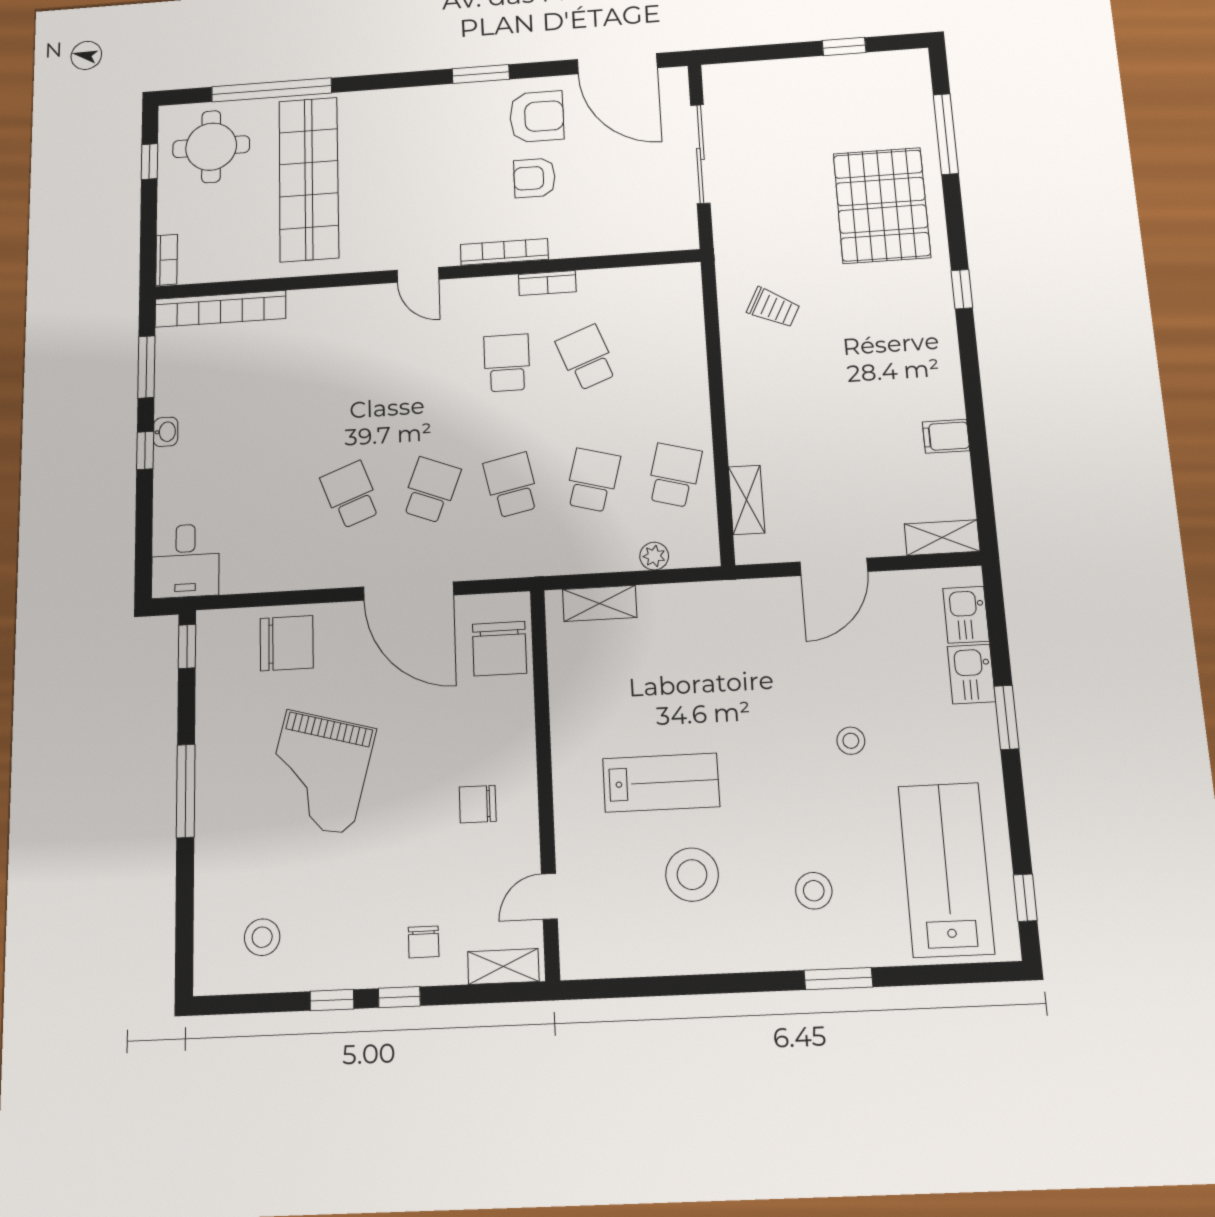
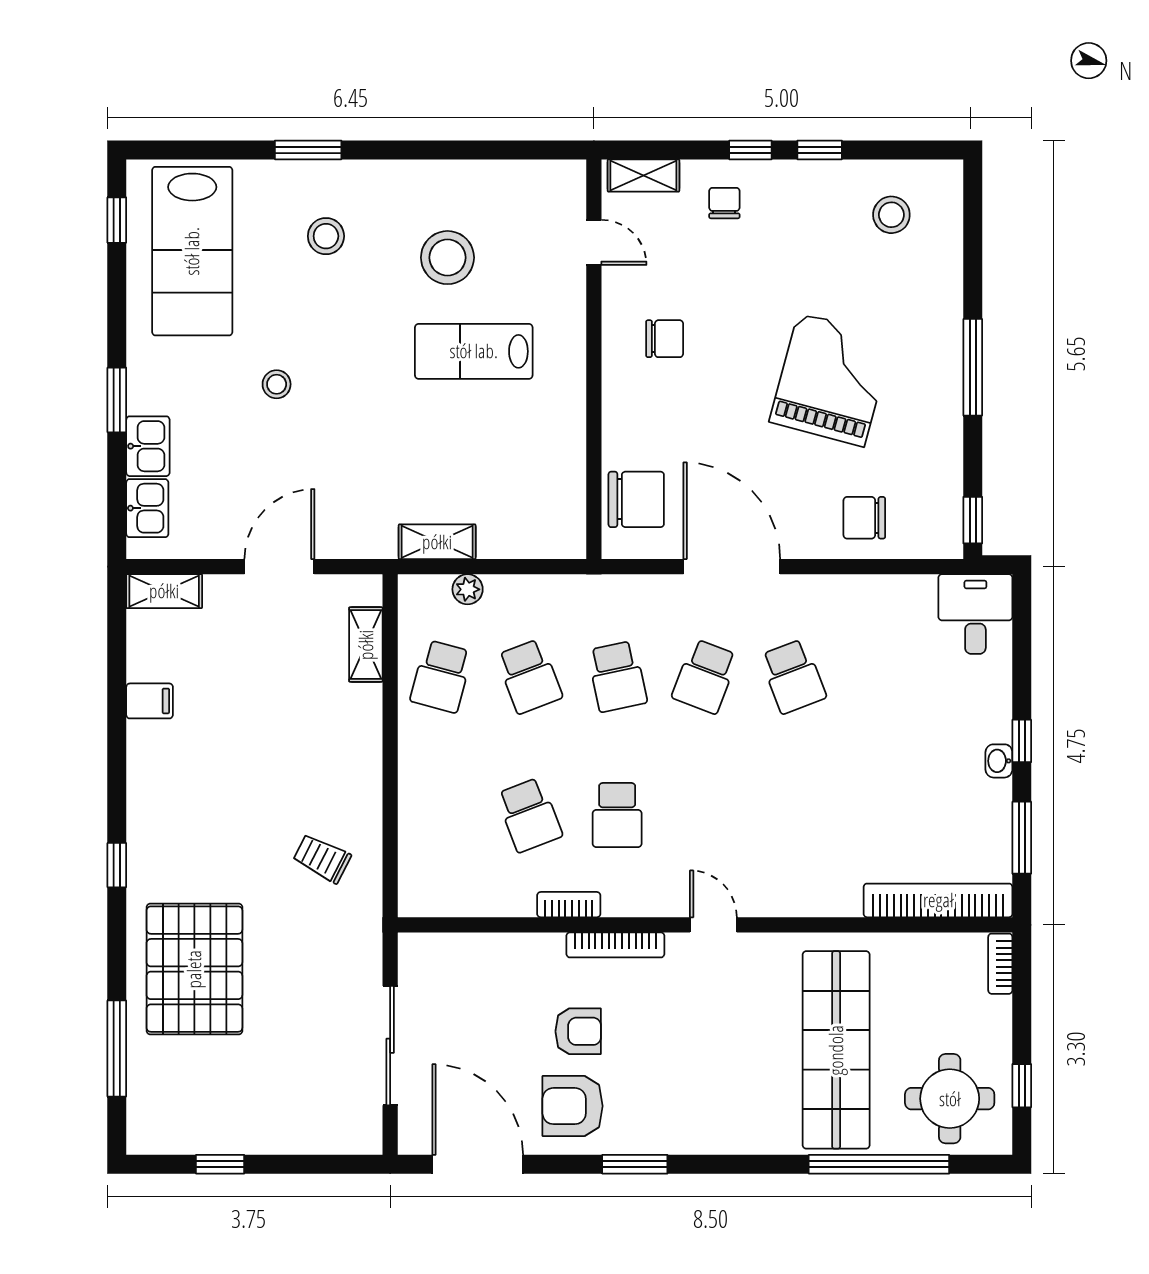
school desk: (593, 480) -> (529, 676), turned -36
shelving: (600, 603) -> (437, 542), moved
chair: (287, 643) -> (864, 518), width x0.73, depth x0.73
chair: (499, 649) -> (636, 499), turned 90
door: (549, 896) -> (594, 242), hinge flipped

